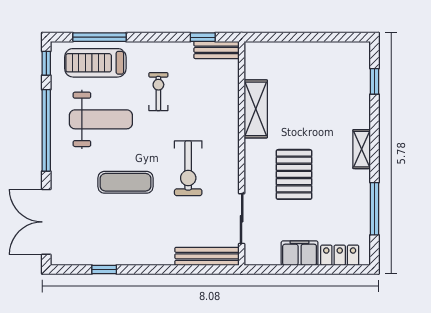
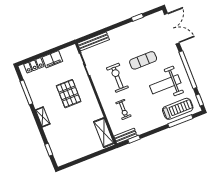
exercise bike: (158, 92) -> (123, 109), moved
shelving: (256, 109) -> (104, 133), moved

